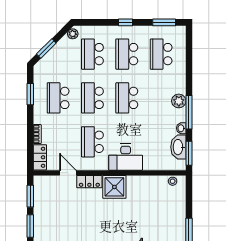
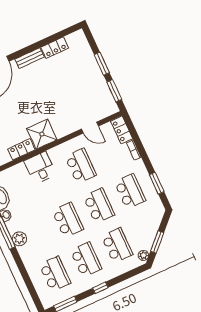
window: (46, 49) -> (157, 242), moved
desk: (126, 157) -> (40, 168), width x0.73
locker: (89, 182) -> (21, 149), moved

